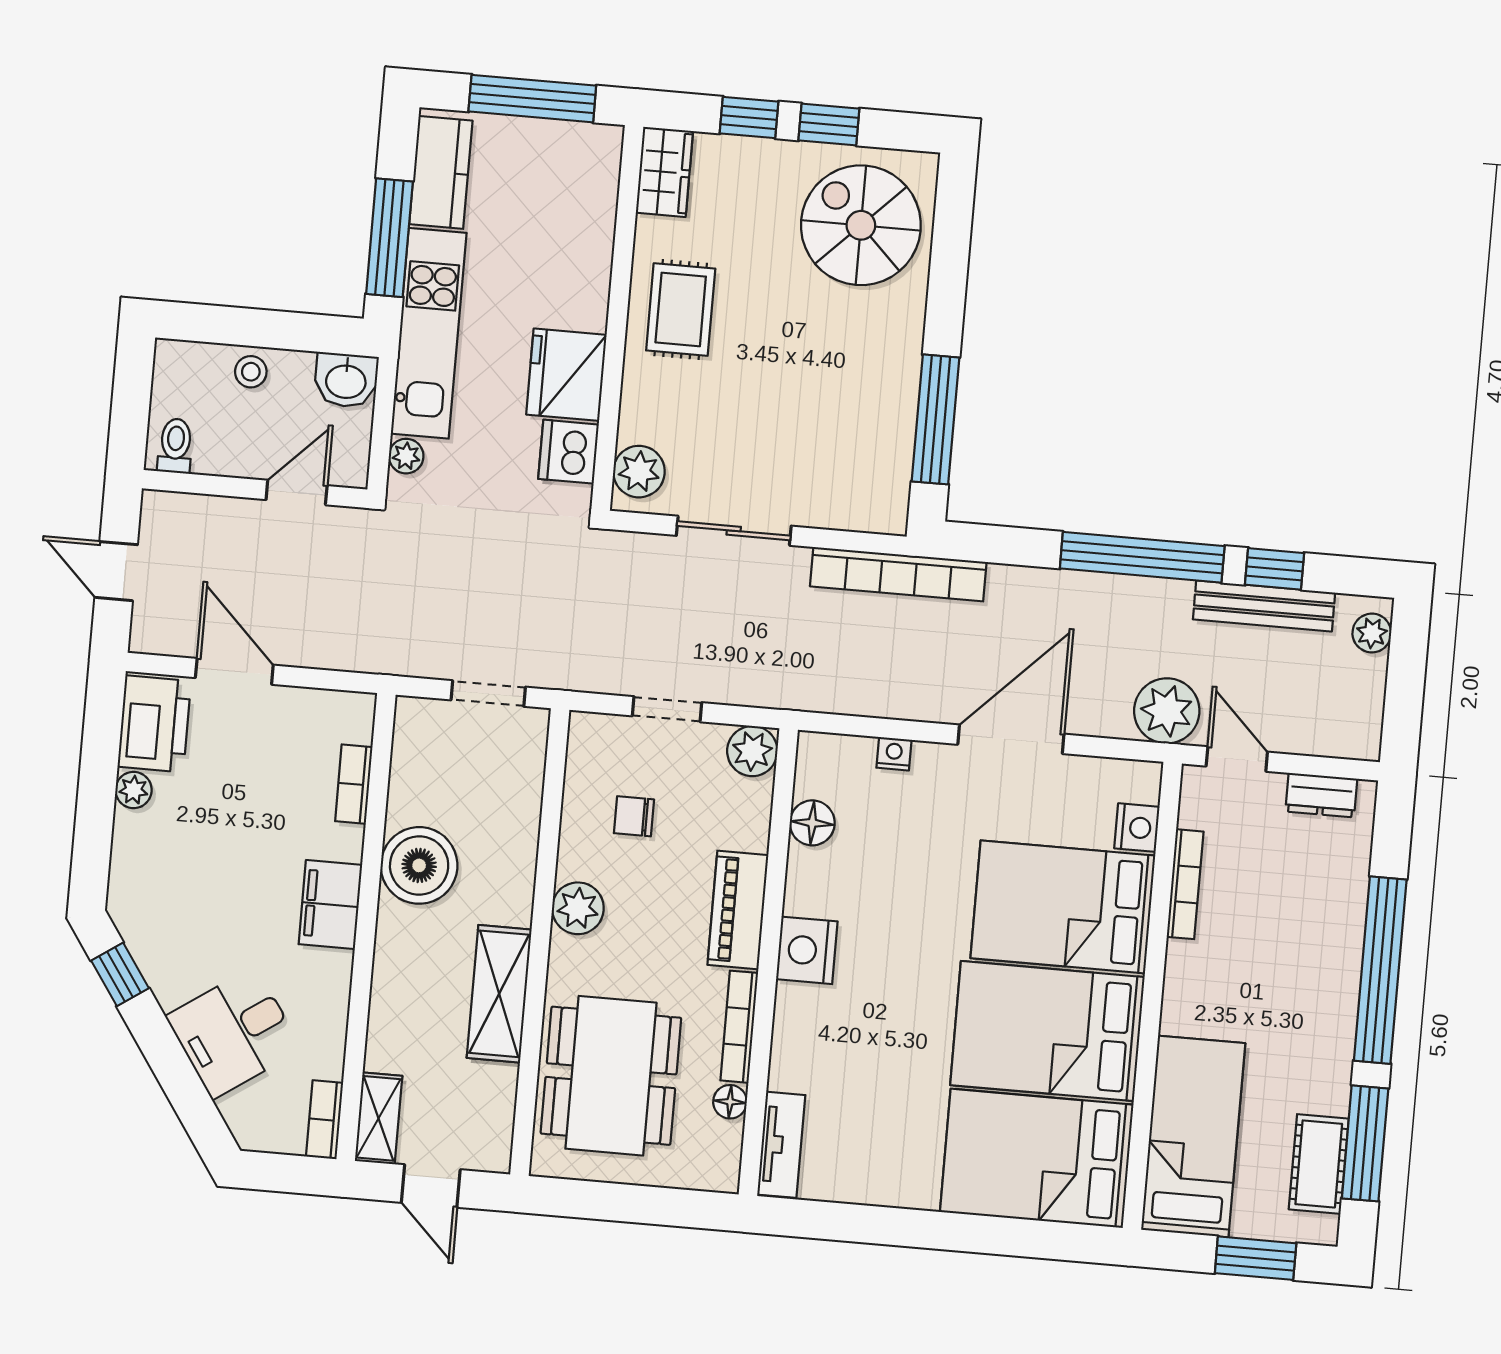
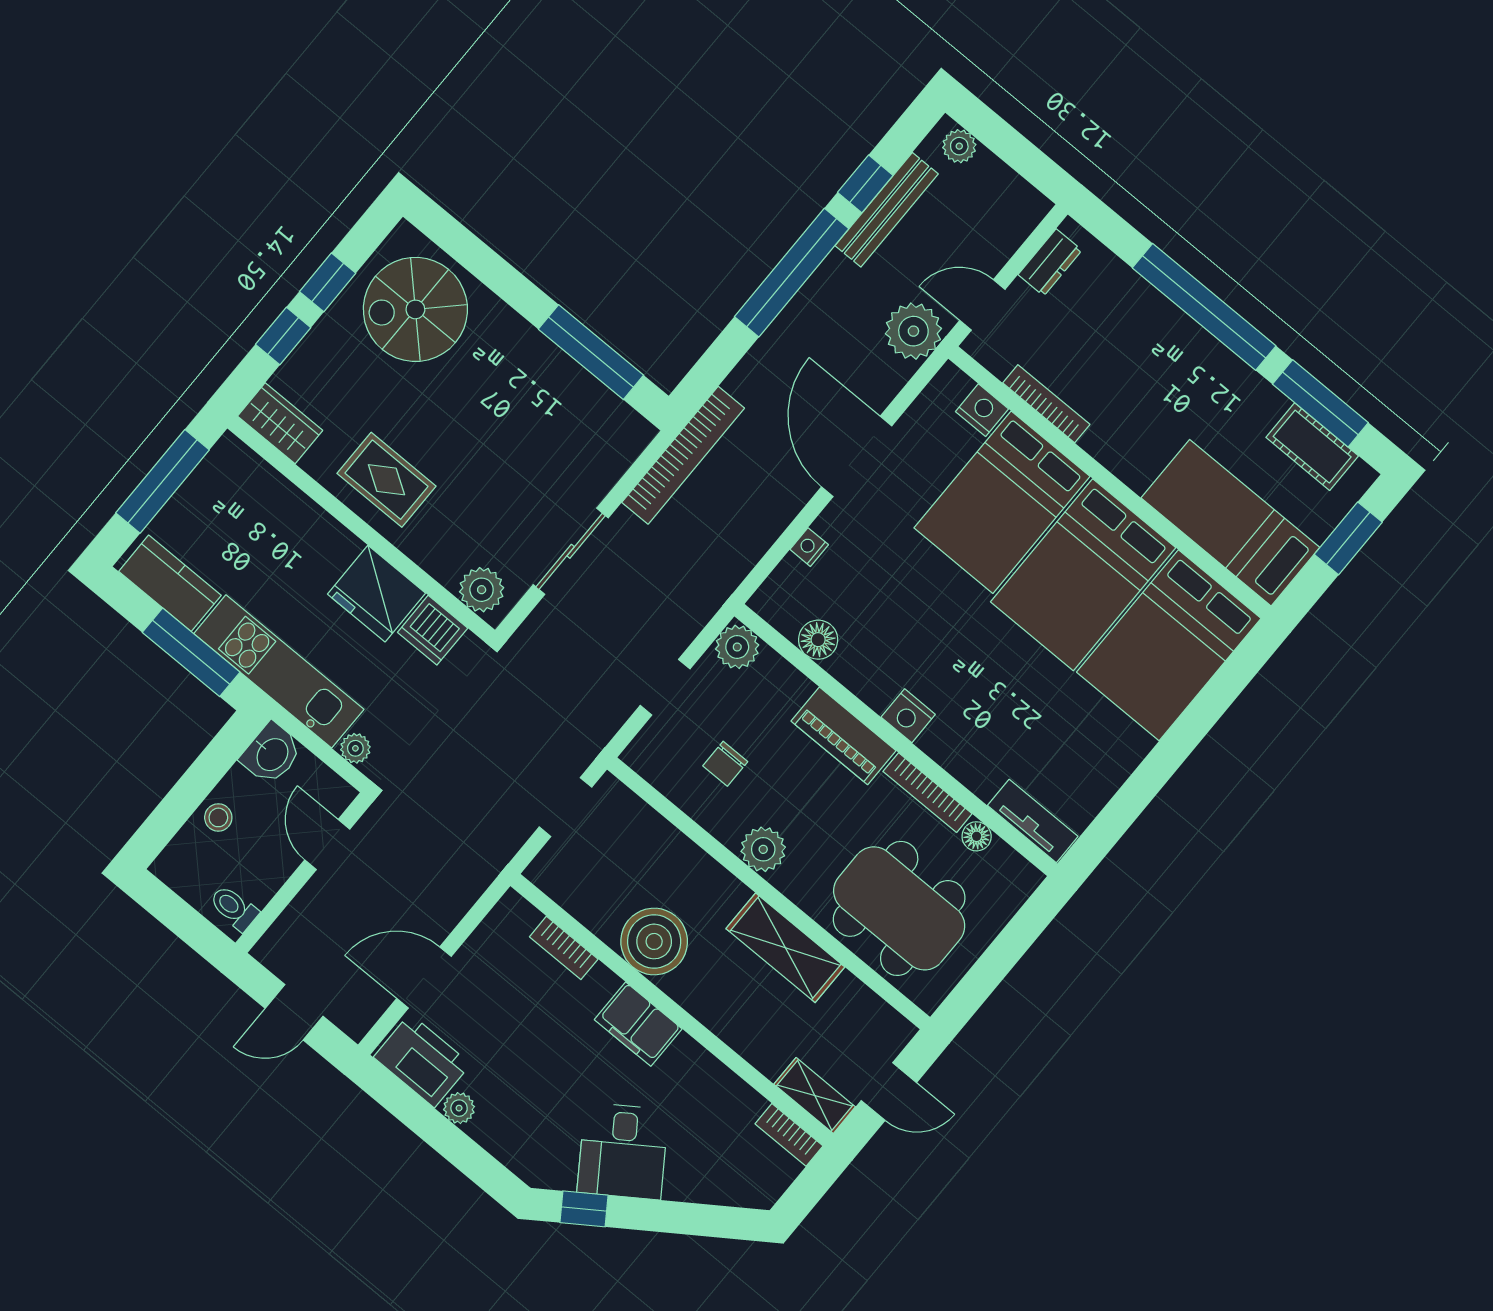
nightstand: (807, 950) -> (908, 716), width x0.74, depth x0.75
desk: (234, 1033) -> (623, 1151), moved

